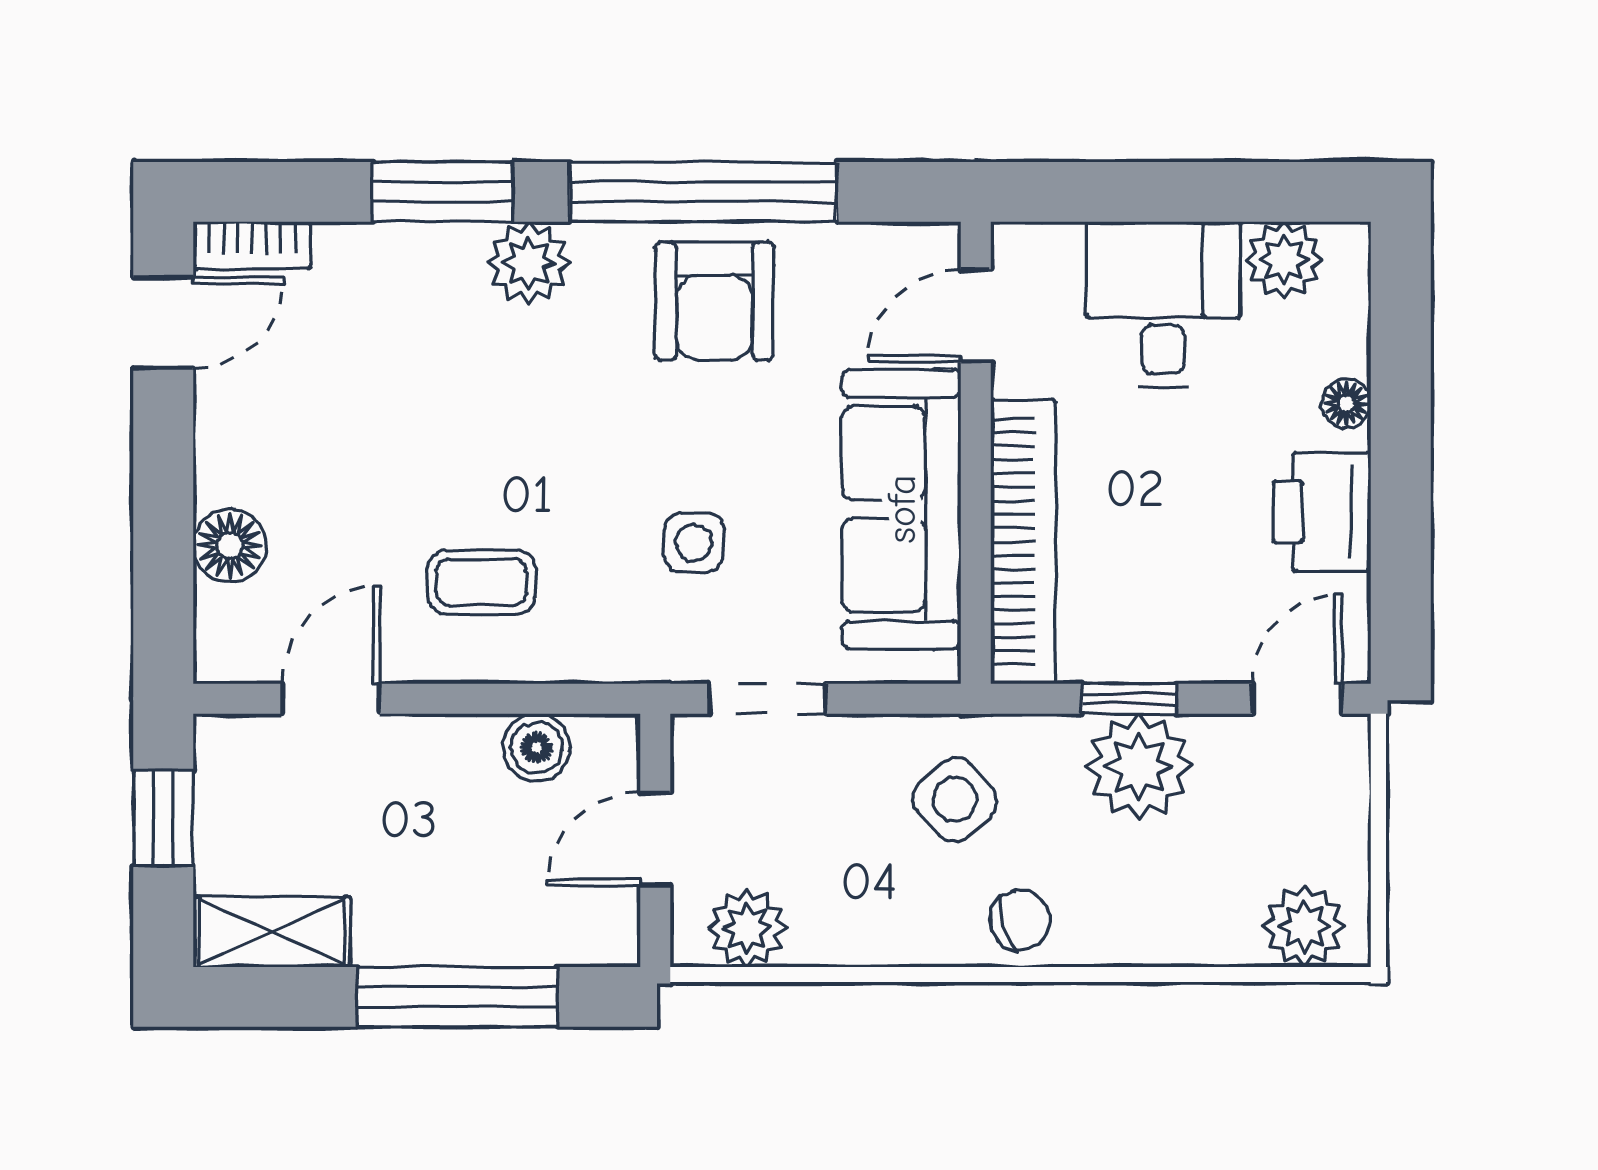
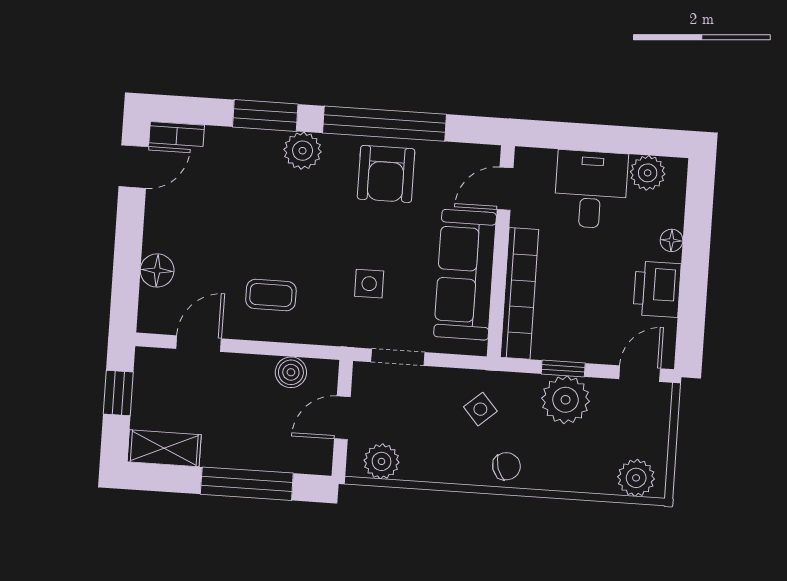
side table: (955, 800) -> (480, 409), width x0.73, depth x0.73

